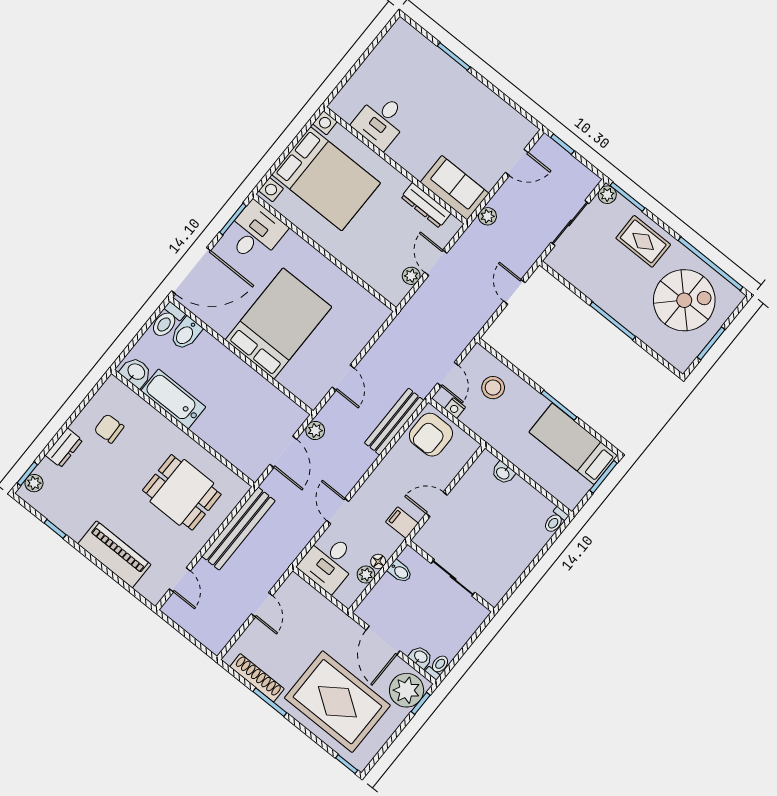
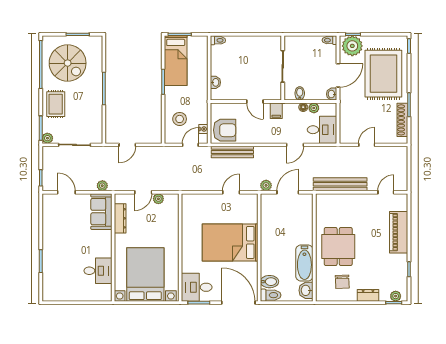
spiral stairs: (684, 300) -> (68, 63), turned 180
dining table: (182, 492) -> (338, 246), moved
washbasin: (421, 657) -> (332, 94), moved

